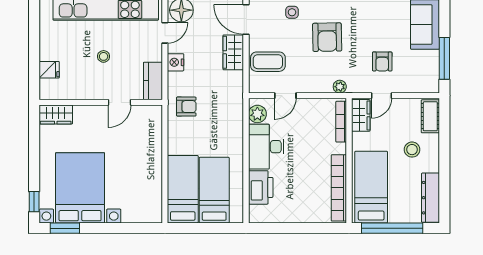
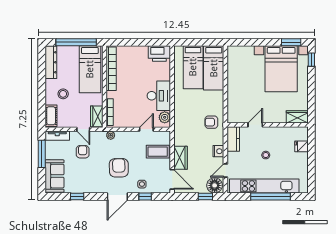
tv unit: (421, 86) -> (57, 136), added
door: (381, 96) -> (83, 129), swing flipped
printer: (261, 187) -> (159, 54), moved, turned -90

